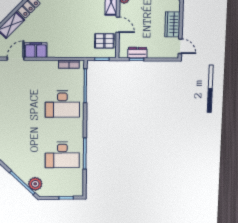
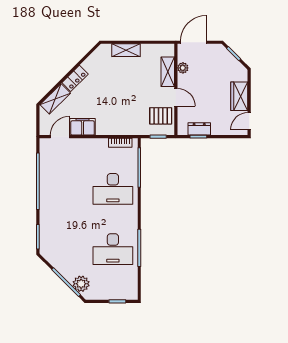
door: (180, 46) -> (249, 121), swing flipped

